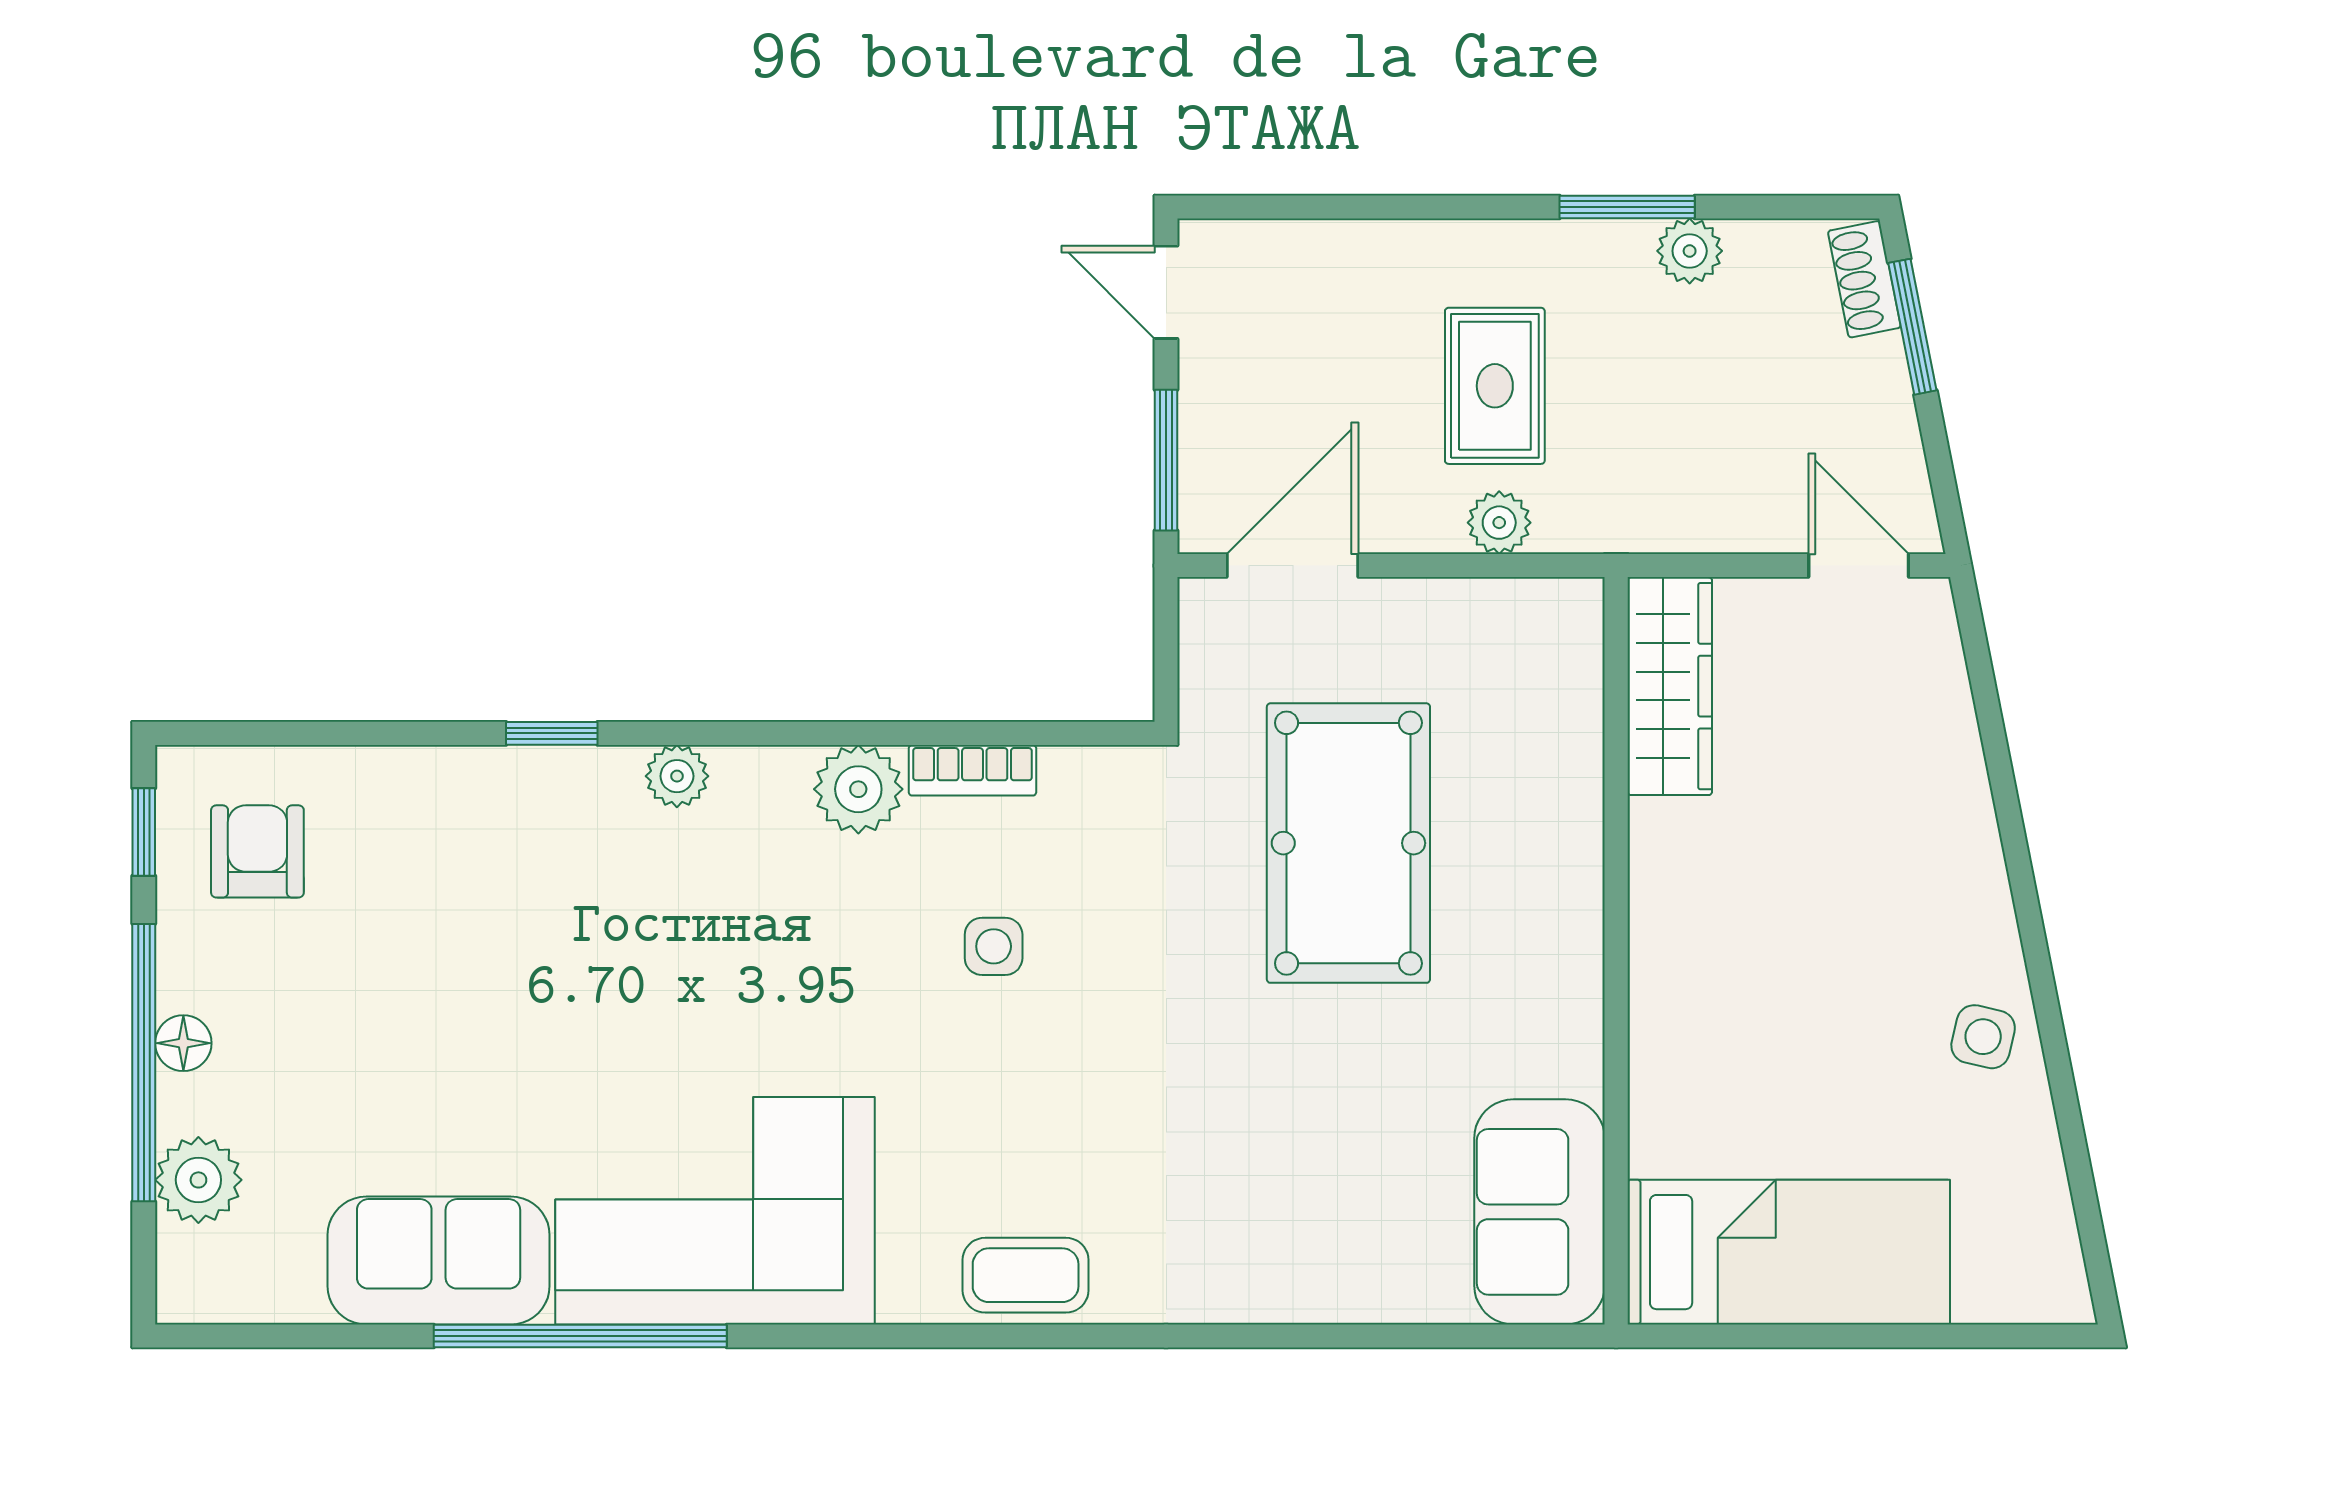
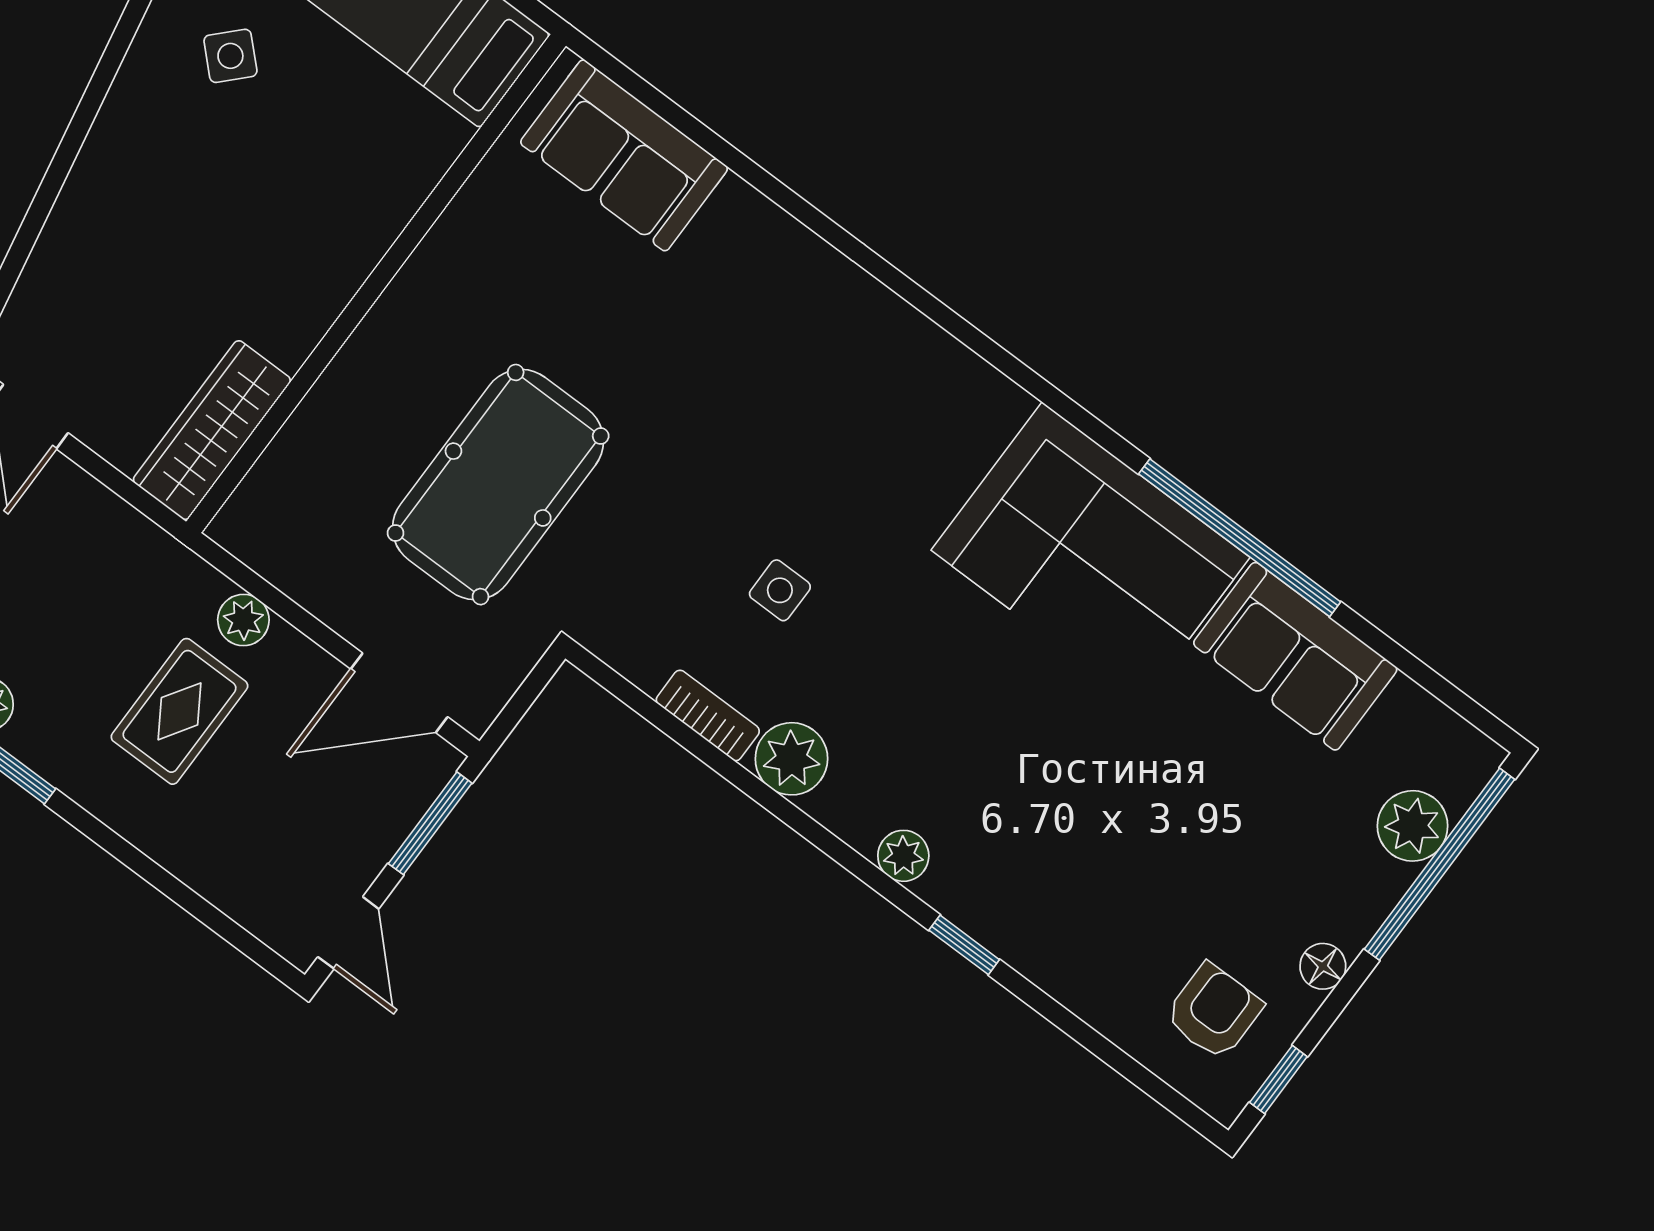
armchair: (257, 851) -> (1214, 1011), turned 180
side table: (1983, 1037) -> (230, 56), moved, turned 31
floor lamp: (183, 1043) -> (1323, 966), moved
window: (144, 1063) -> (1440, 864), moved
sofa: (1539, 1212) -> (624, 155), moved, turned 90
coffee table: (1026, 1275) -> (920, 360), removed

